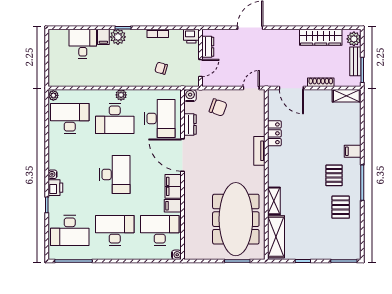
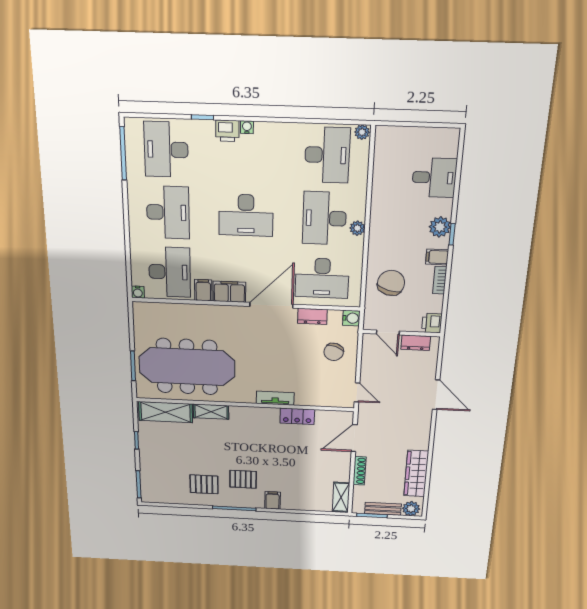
filing cabinet: (103, 37) -> (437, 257), moved
chair: (161, 68) -> (391, 283), width x1.87, depth x1.87

